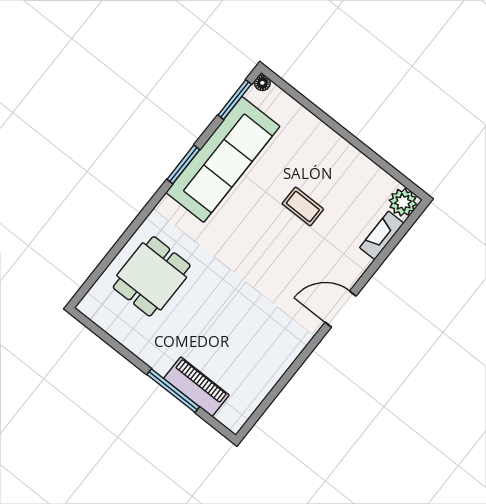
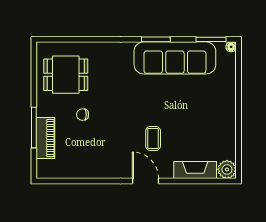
coffee table: (303, 206) -> (153, 138), moved
fireplace: (382, 235) -> (195, 170), width x1.37, depth x1.32
dining table: (152, 276) -> (66, 75), moved
chair: (203, 321) -> (83, 115), added

